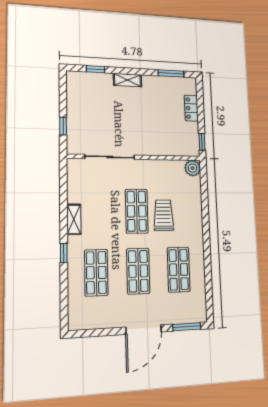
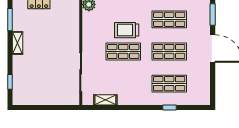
shelving: (128, 80) -> (18, 43), moved
window: (63, 126) -> (57, 108), removed
shelving: (74, 219) -> (105, 100), moved
window: (64, 253) -> (169, 108), moved

